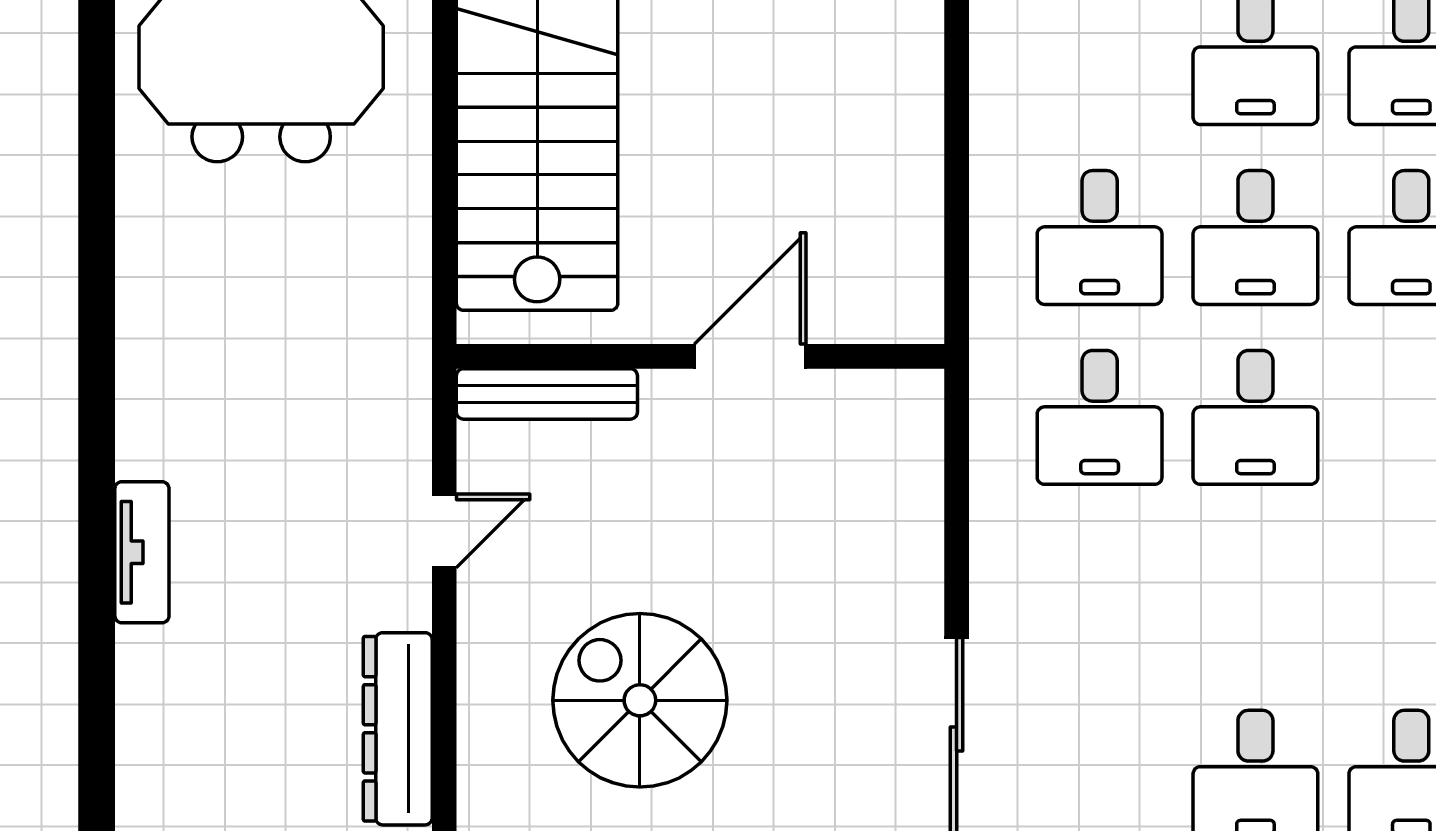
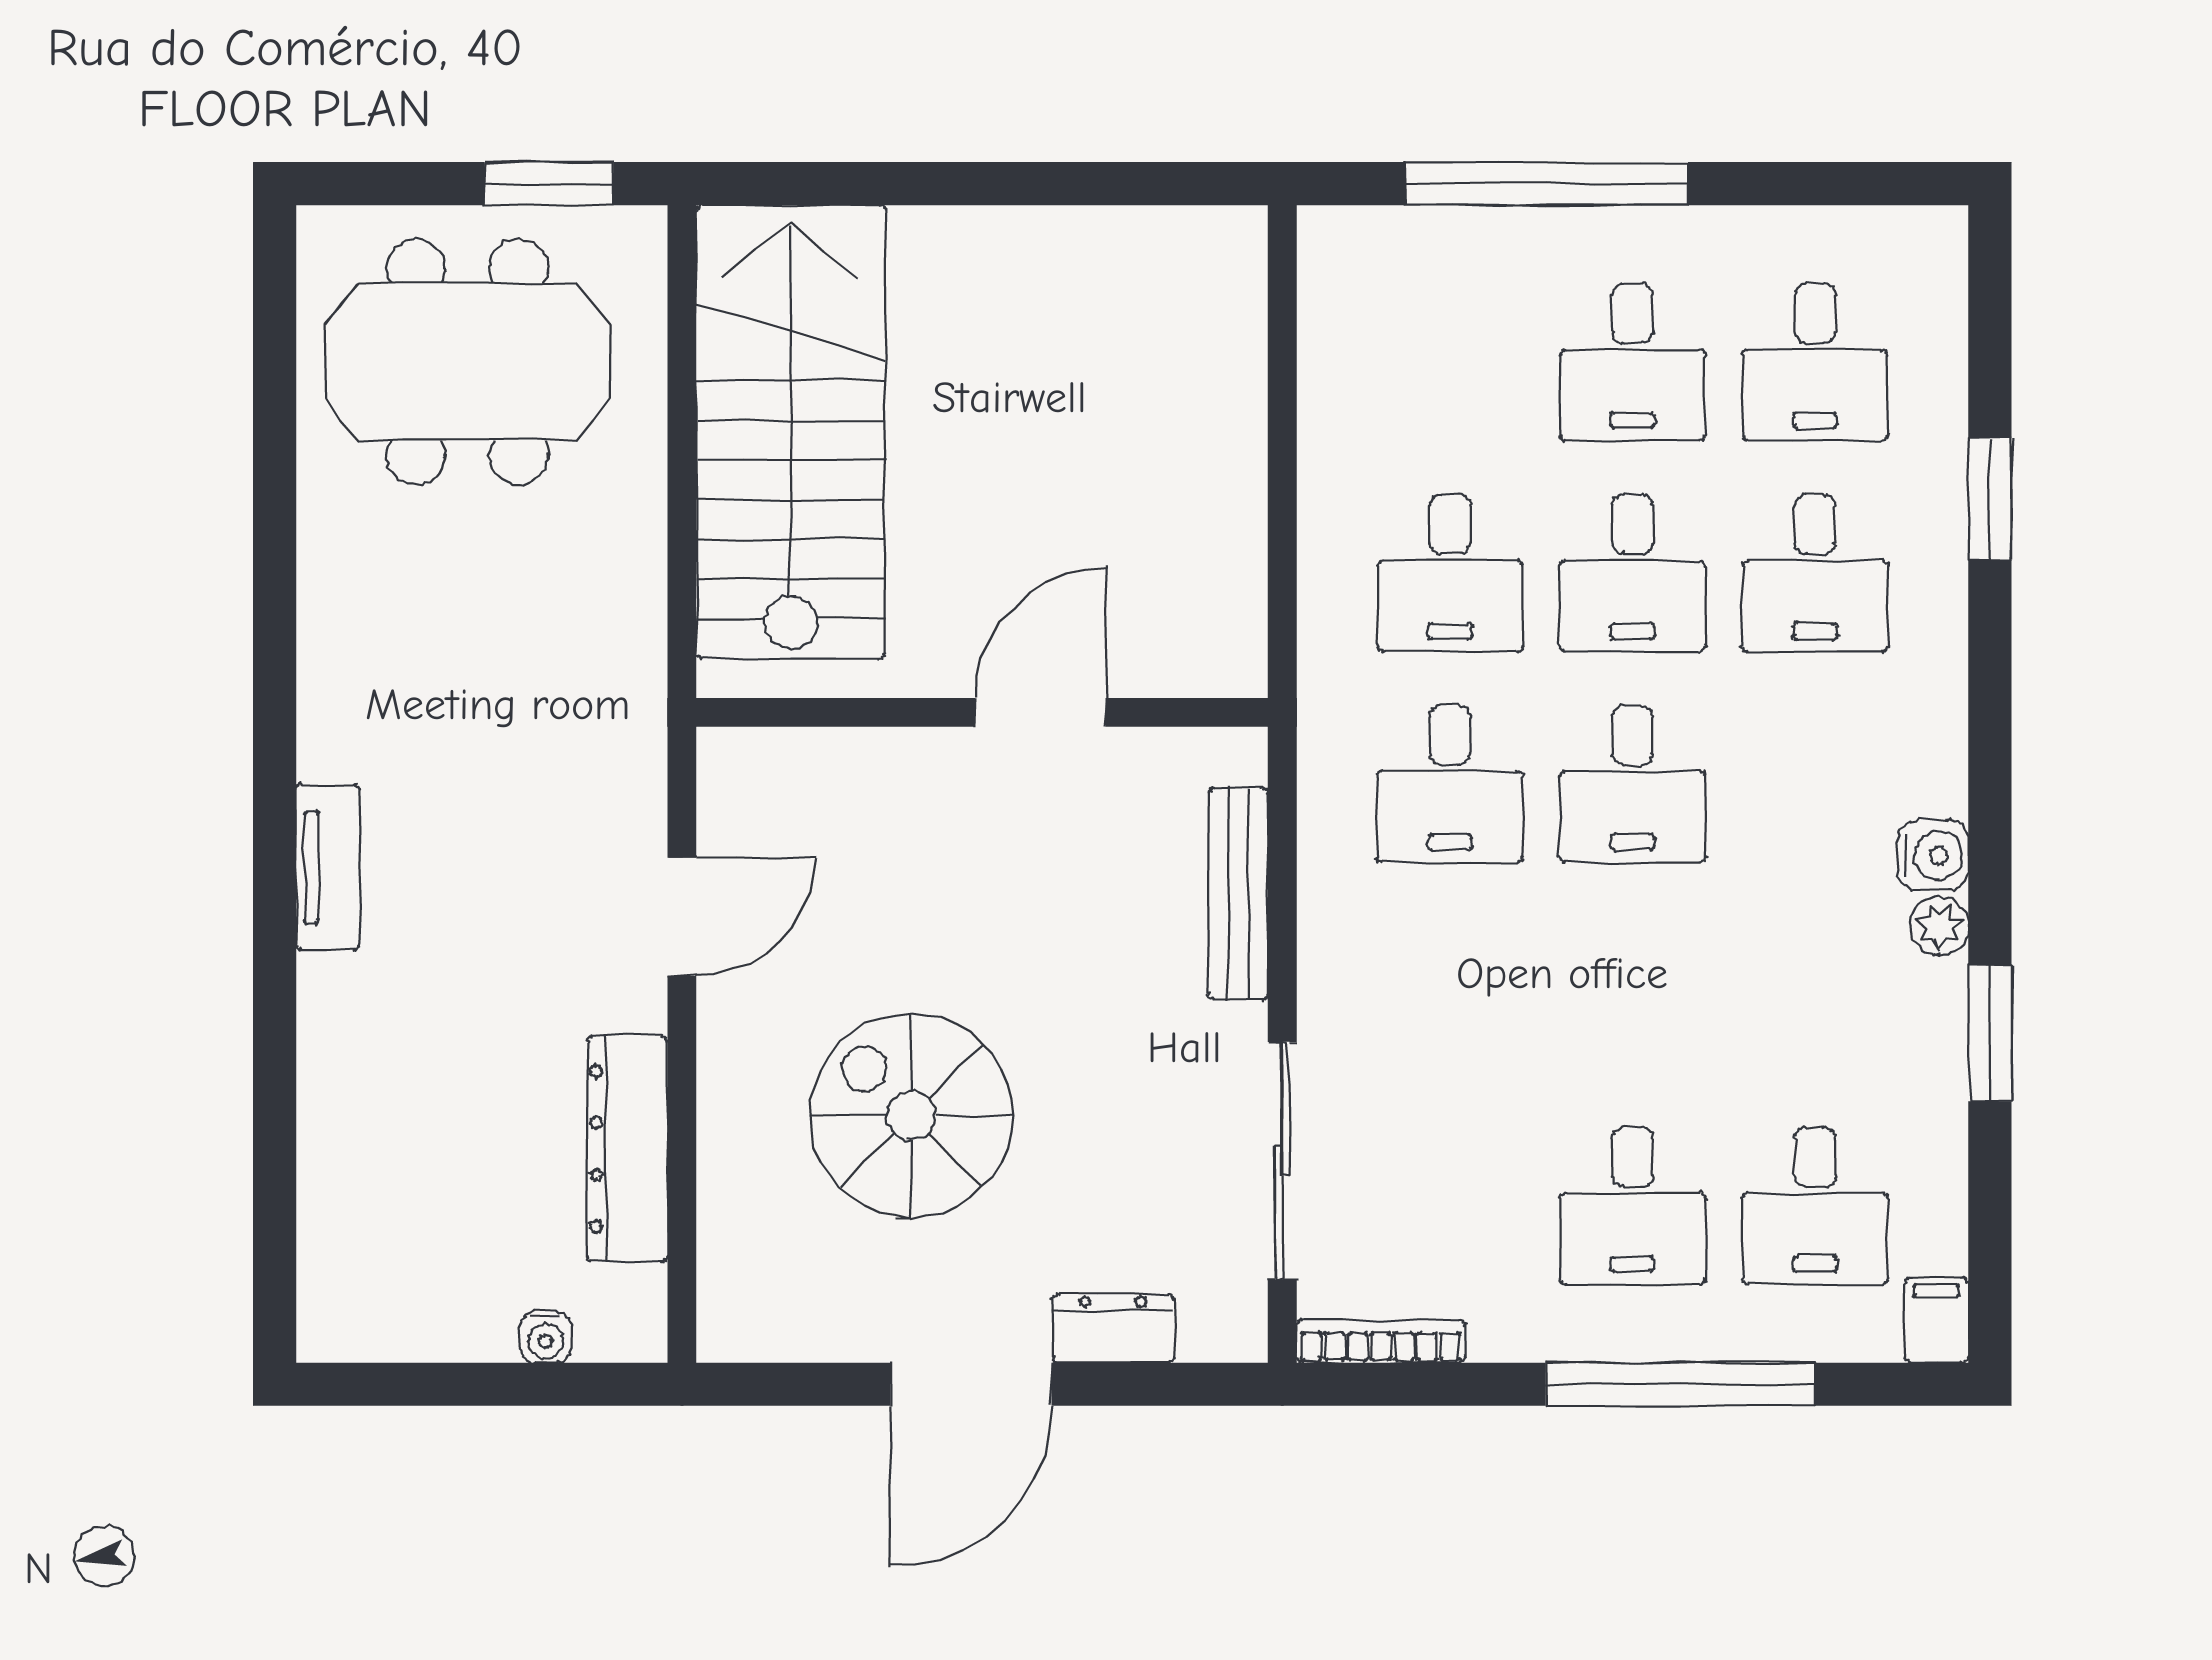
bench: (547, 394) -> (1238, 894), moved, turned 90
door: (444, 531) -> (682, 917), width x1.38
tv unit: (142, 552) -> (328, 867), moved

